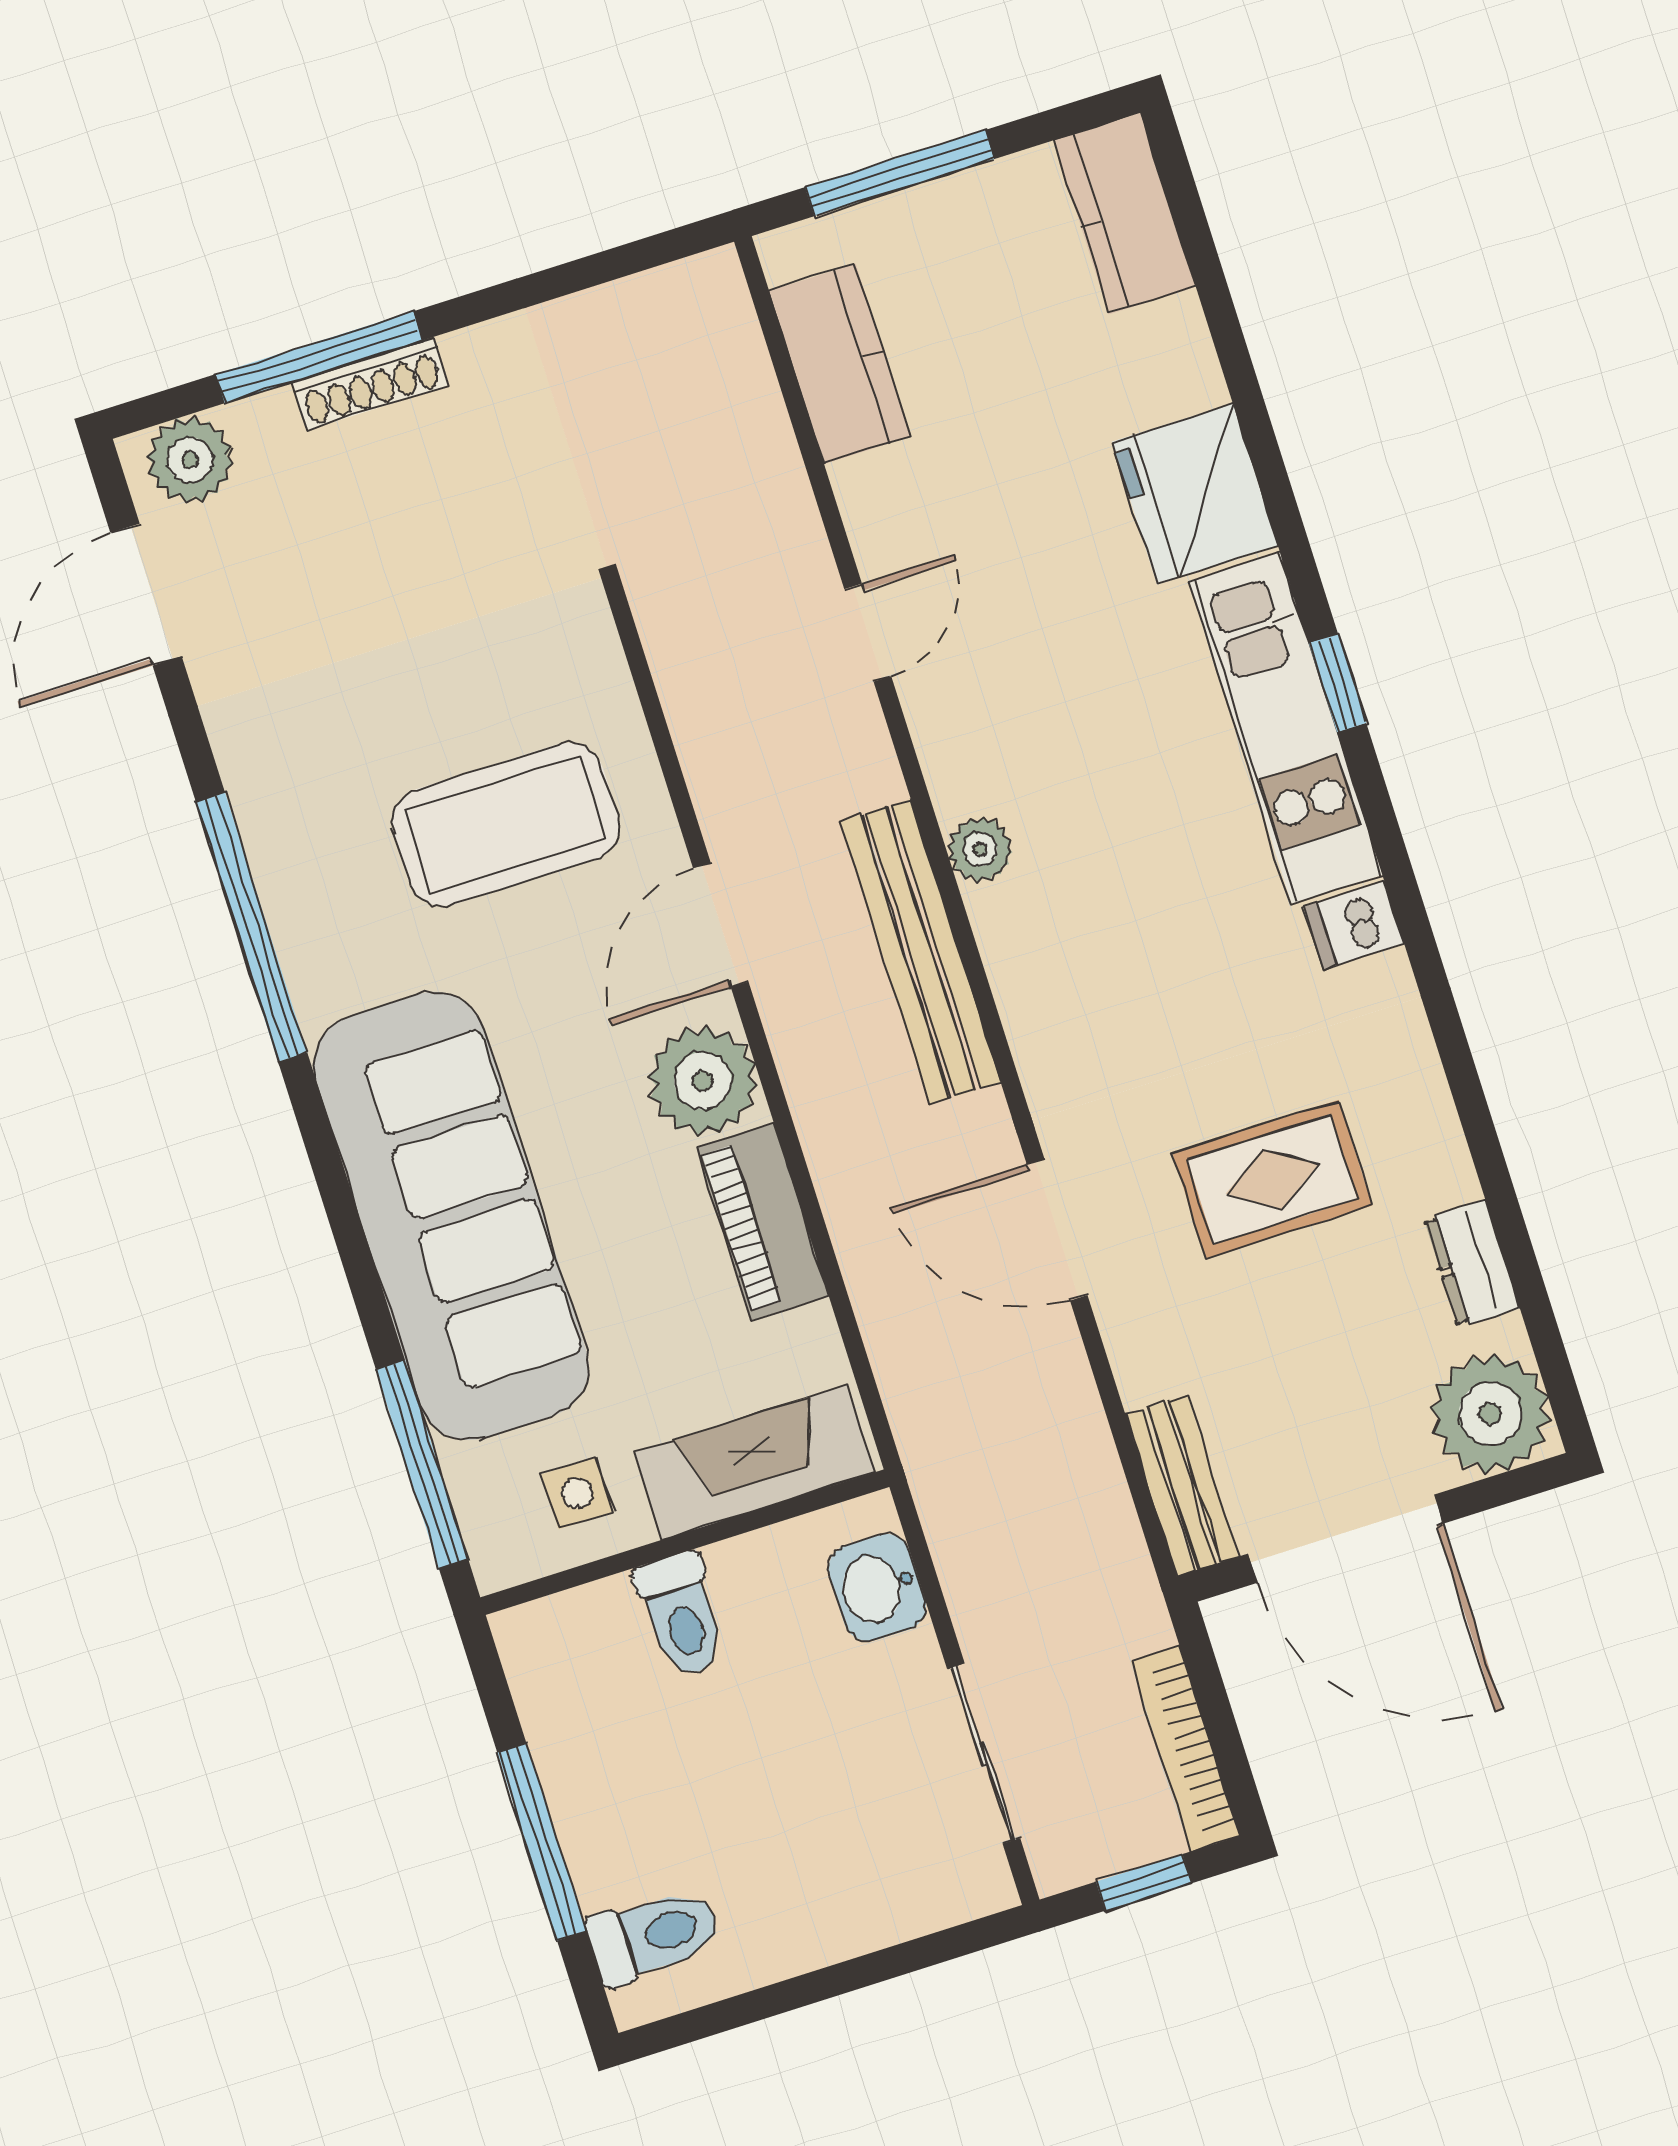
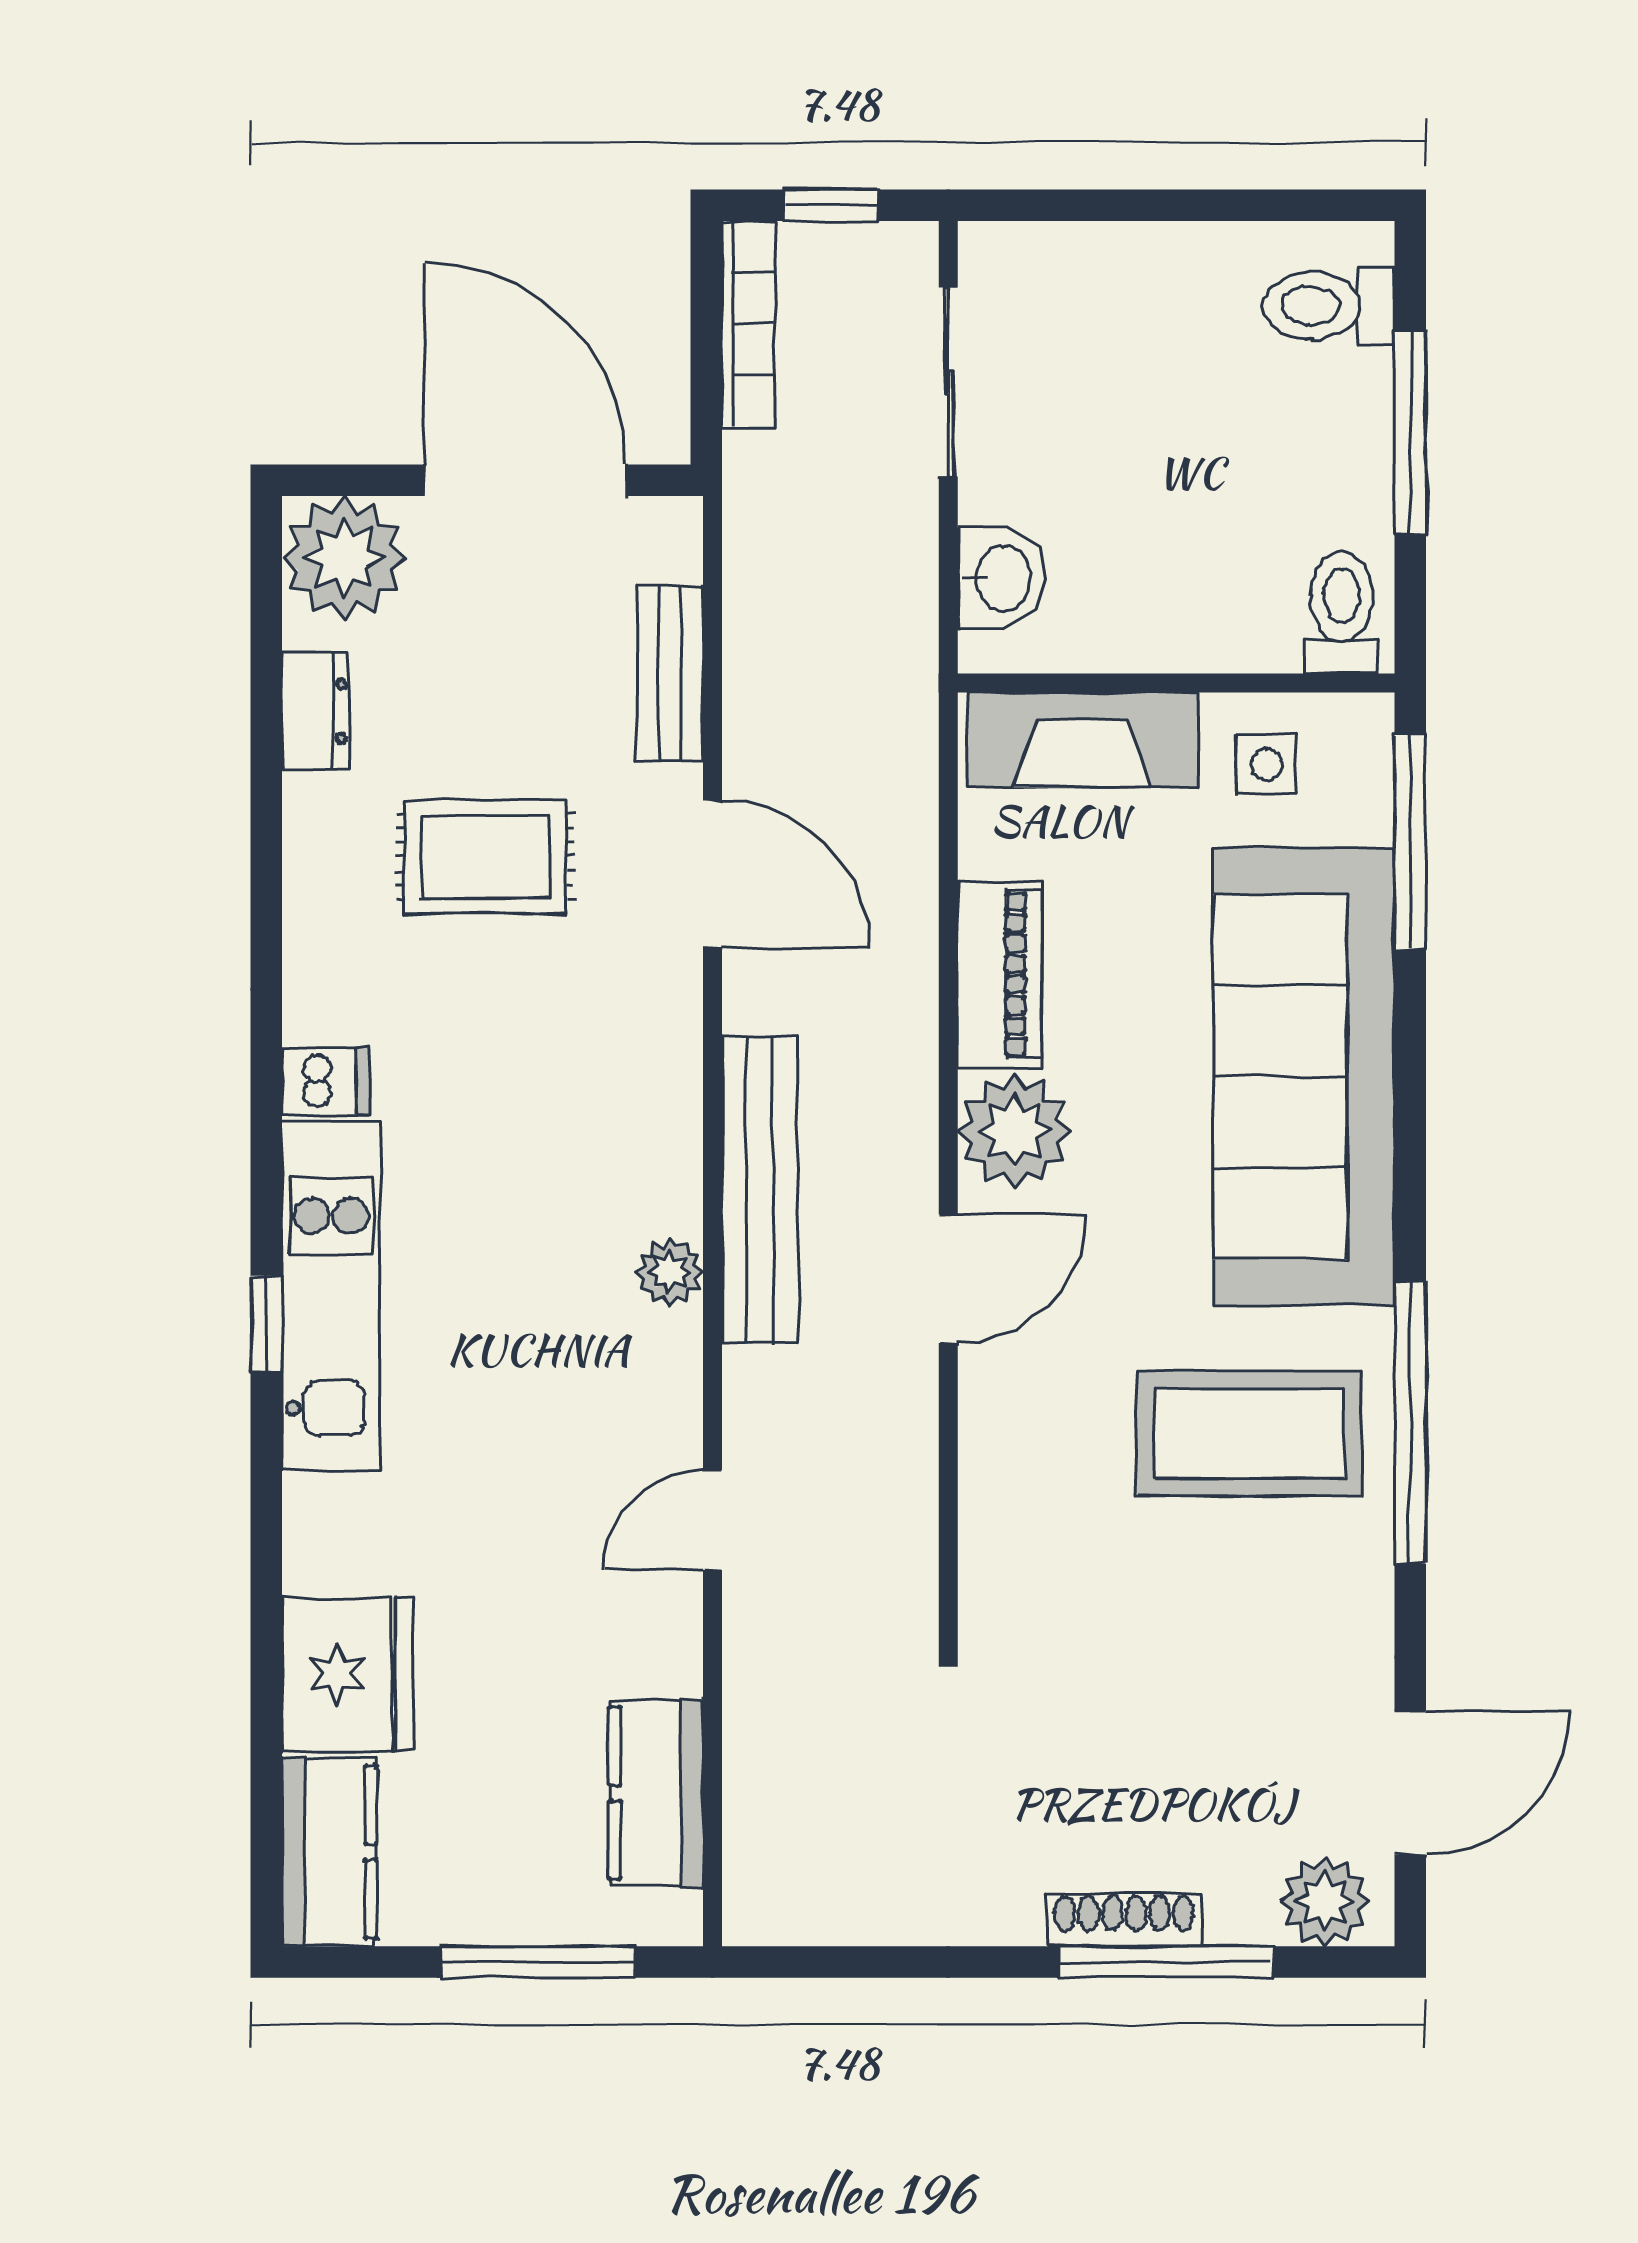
fridge: (1195, 494) -> (348, 1674), moved
coffee table: (506, 824) -> (1249, 1433), moved
bench: (1182, 1486) -> (670, 674), moved
toilet: (681, 1615) -> (1342, 612), moved

